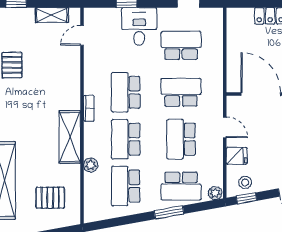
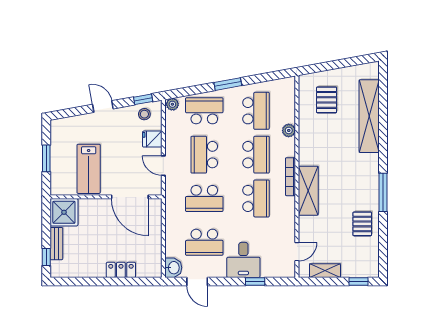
washbasin: (214, 18) -> (173, 268), added
bookcase: (89, 108) -> (290, 177), width x1.56
shelving: (70, 137) -> (308, 191), moved
school desk: (181, 139) -> (204, 155), turned 180
pallet: (50, 198) -> (327, 100), turned 90
window: (169, 212) -> (228, 84), moved

